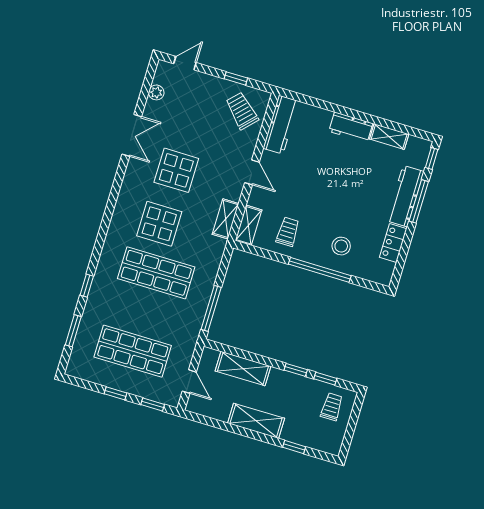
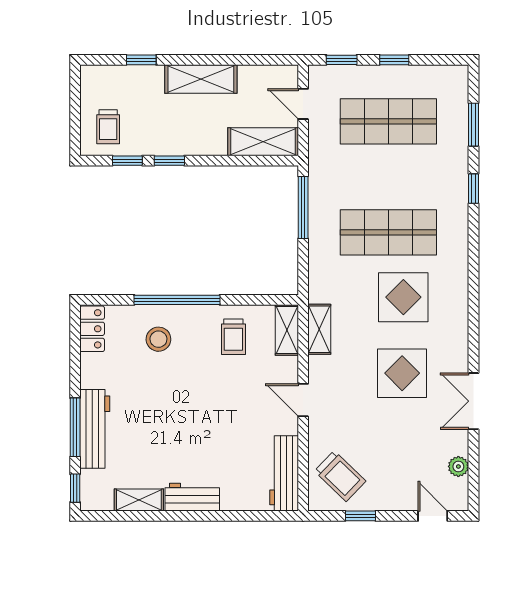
door: (185, 63) -> (433, 516), swing flipped
locker: (393, 243) -> (92, 329), moved
shelving: (243, 369) -> (263, 142), moved

